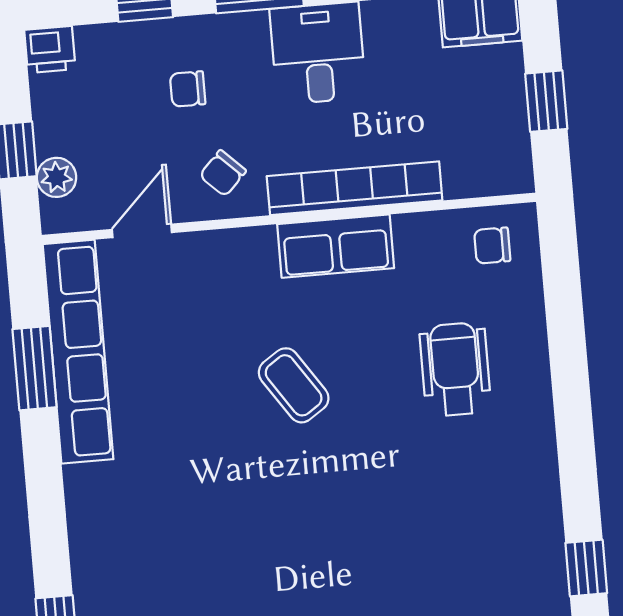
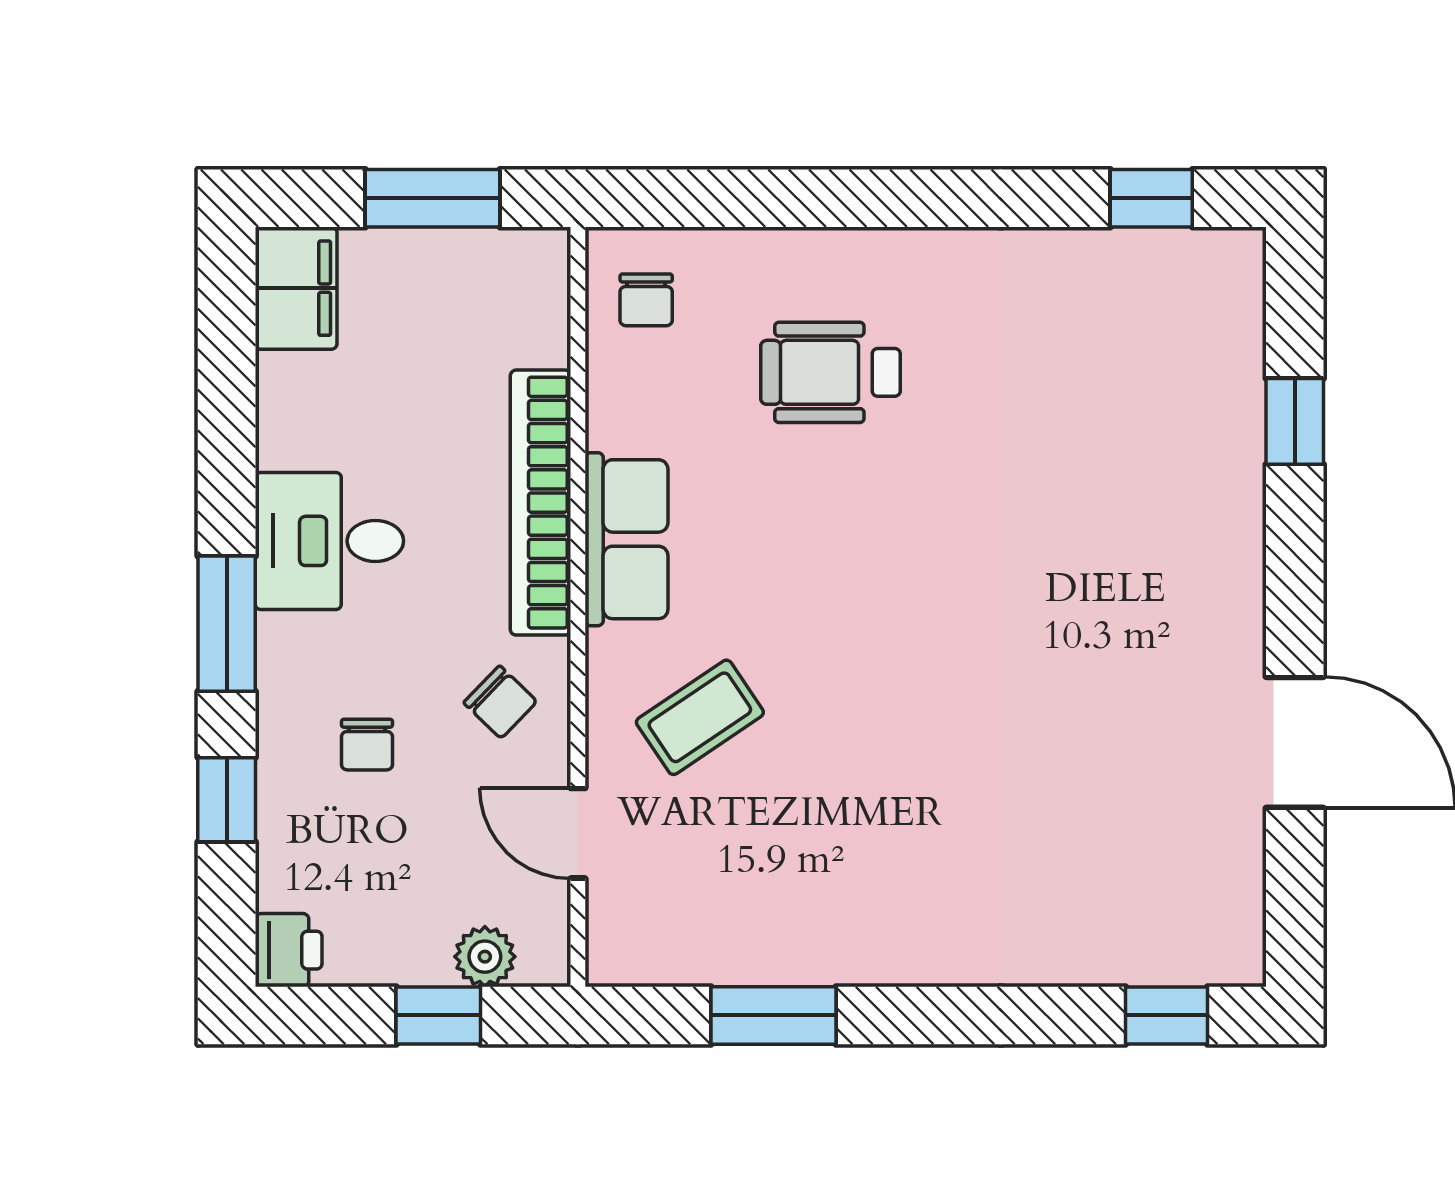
window: (546, 101) -> (433, 198), width x1.50
row of seats: (78, 352) -> (754, 947), removed
coffee table: (294, 385) -> (700, 717), moved

